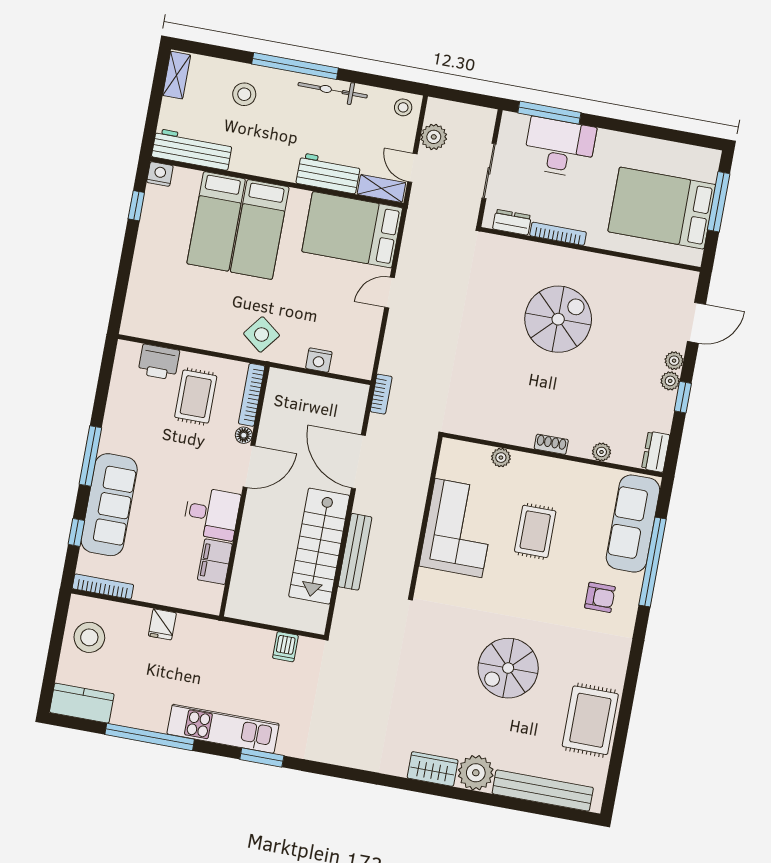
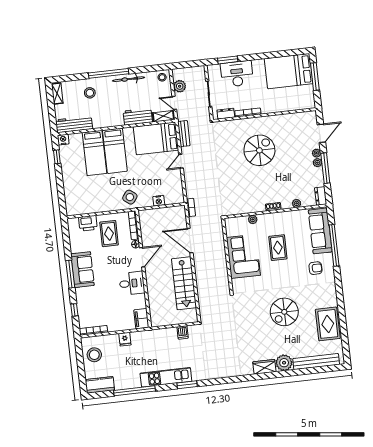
window: (549, 113) -> (228, 60), width x0.69
bed: (662, 208) -> (289, 71), moved
window: (683, 397) -> (325, 168), width x2.17
sofa: (109, 505) -> (82, 270), moved, width x0.73
bench: (355, 552) -> (184, 134), moved, width x0.73
filing cabinet: (215, 562) -> (141, 319), moved

